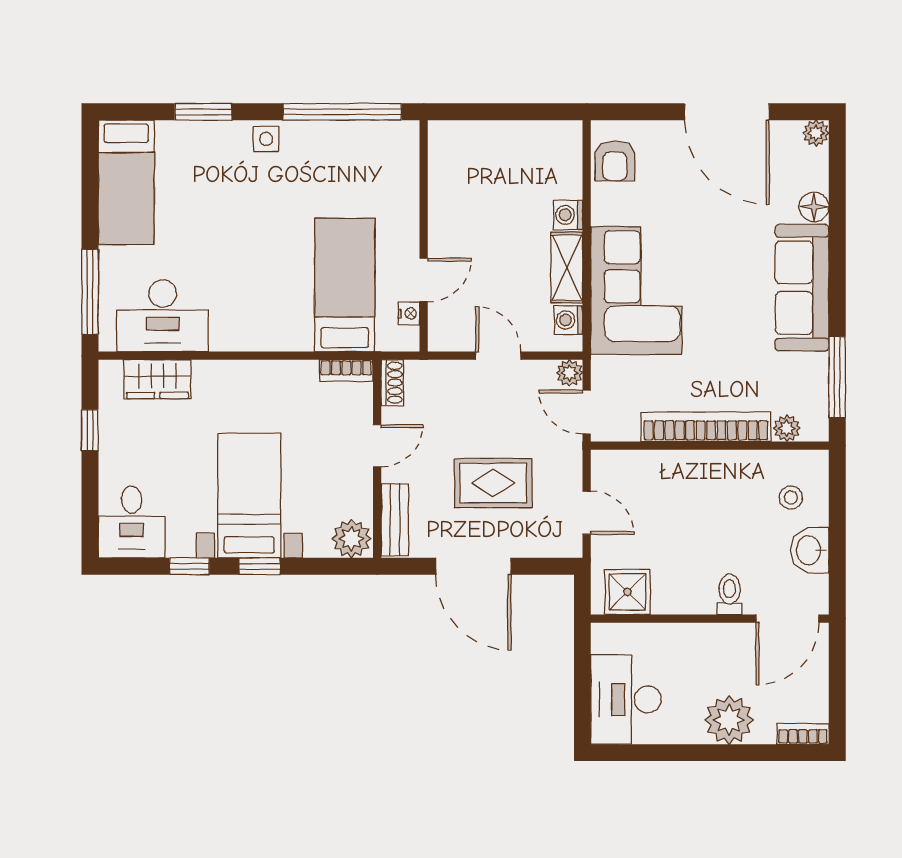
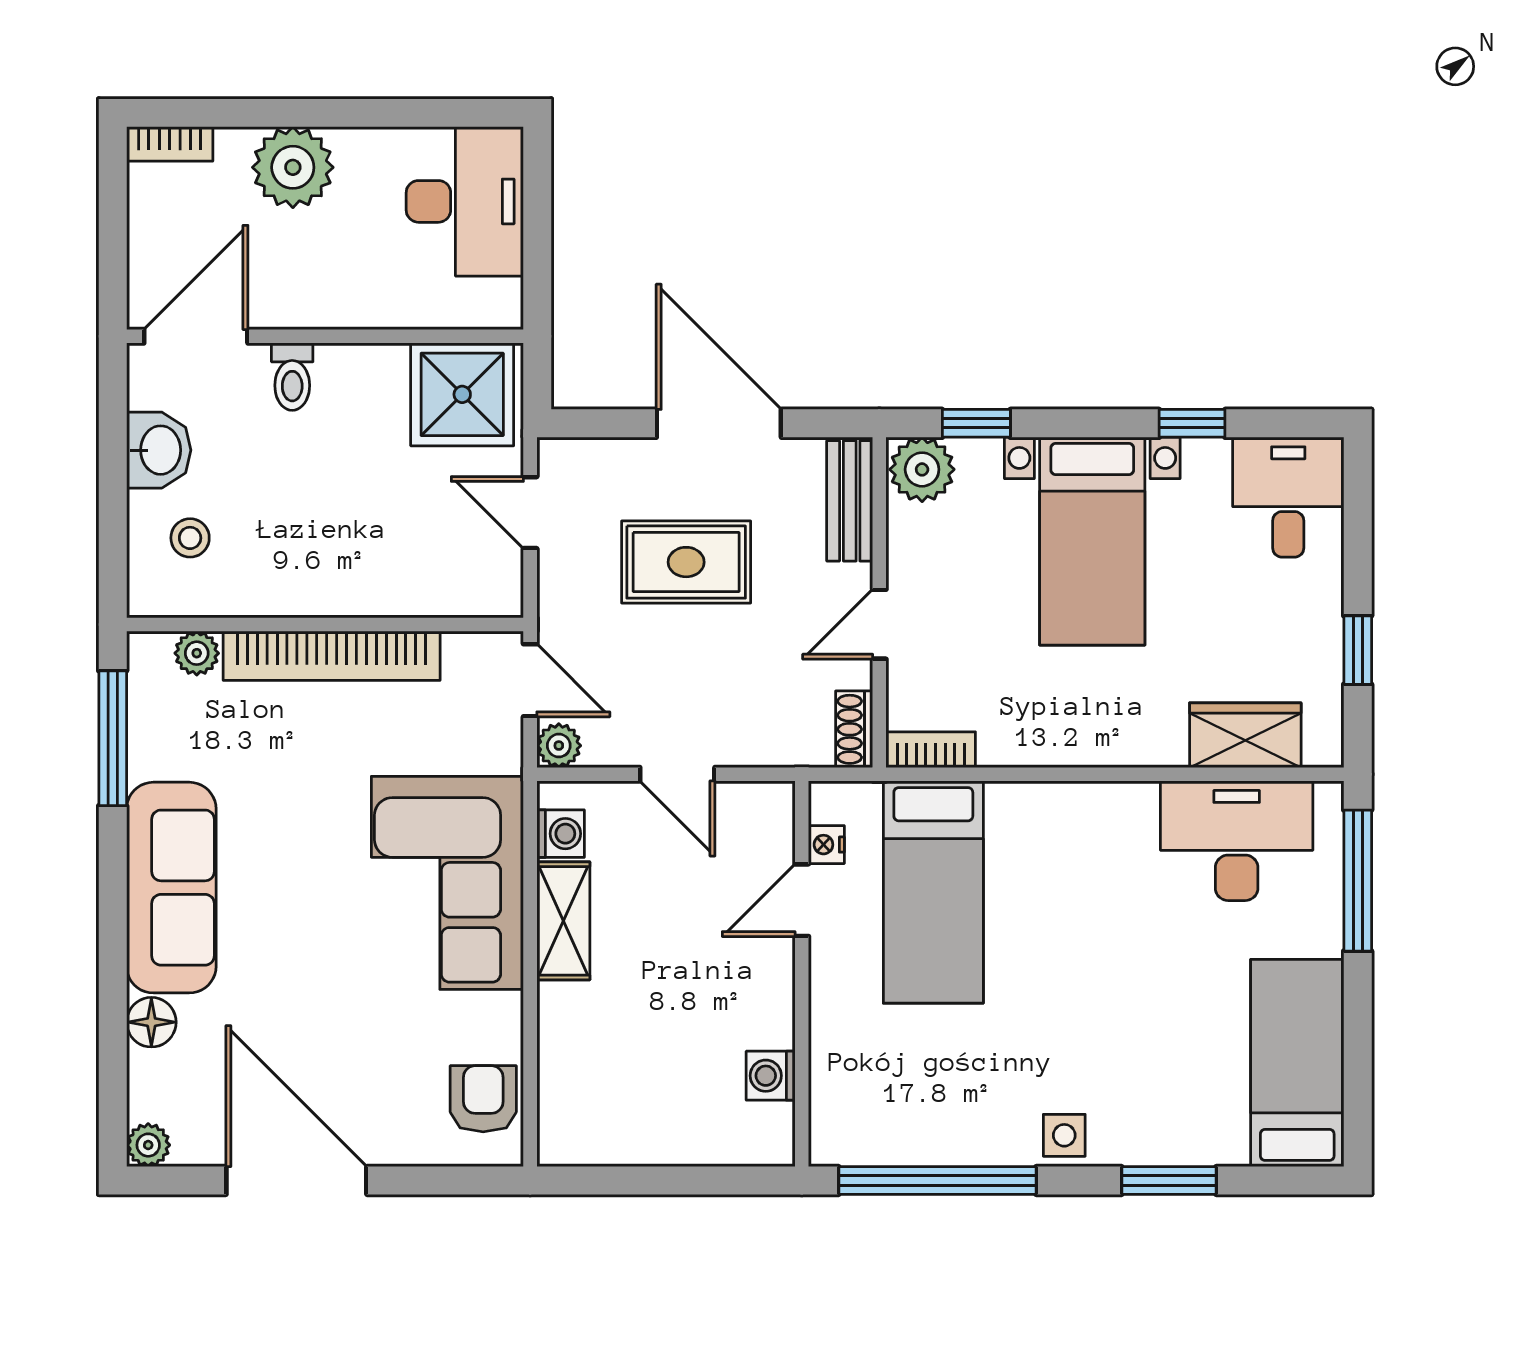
washing machine: (568, 215) -> (771, 1076), moved, turned 180
window: (259, 566) -> (976, 423), moved
shower: (627, 592) -> (462, 394), width x1.36, depth x1.36

